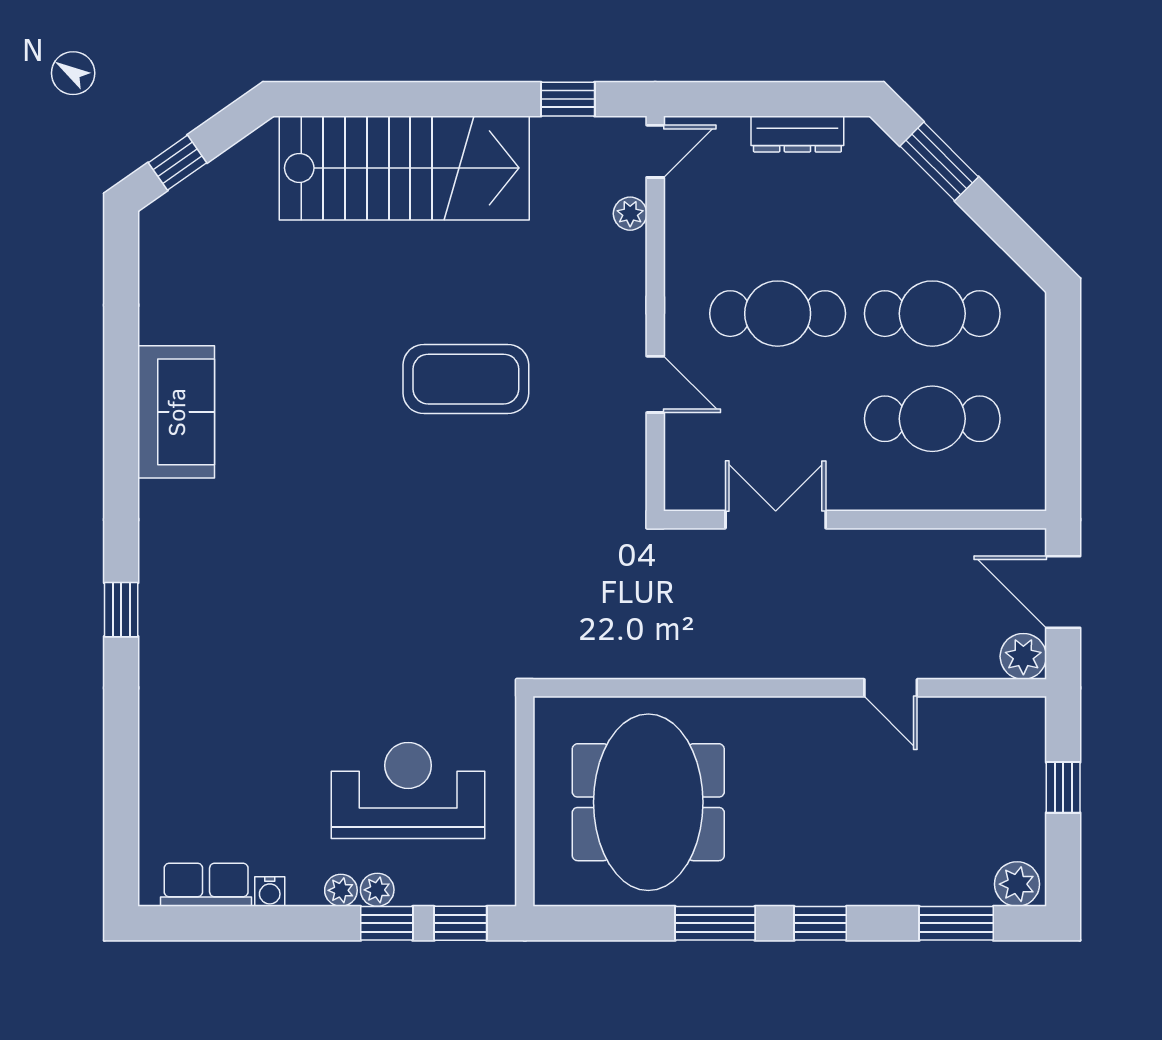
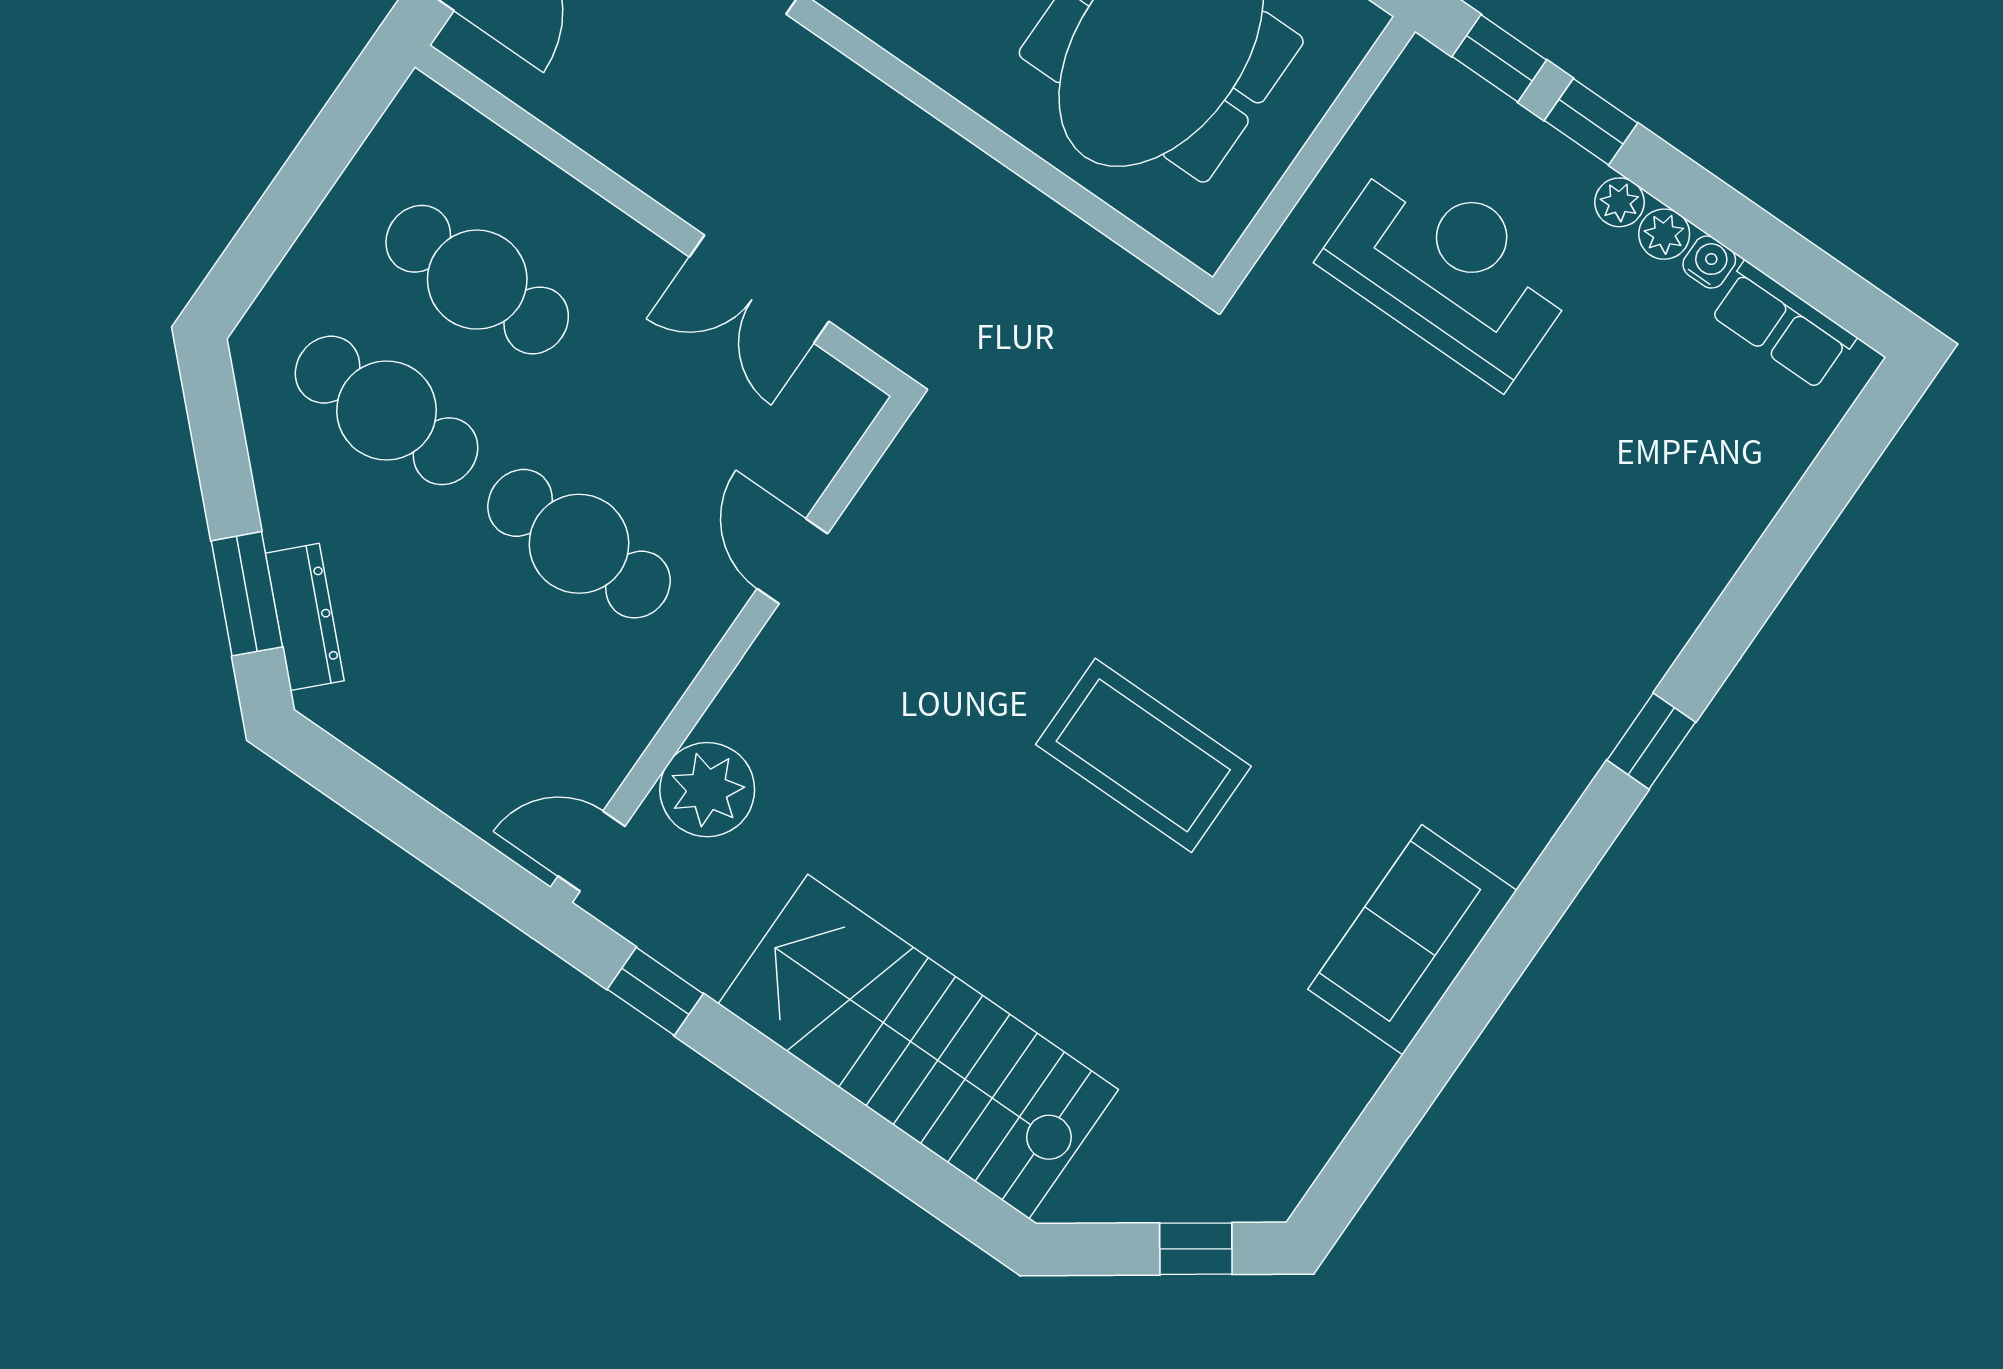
dresser: (797, 134) -> (305, 617), moved, turned 45
plant: (630, 214) -> (707, 790), width x1.88, depth x1.88
coffee table: (466, 379) -> (1143, 755), moved
reception desk: (408, 790) -> (1450, 269), turned 180
plant: (377, 890) -> (1664, 234), moved

